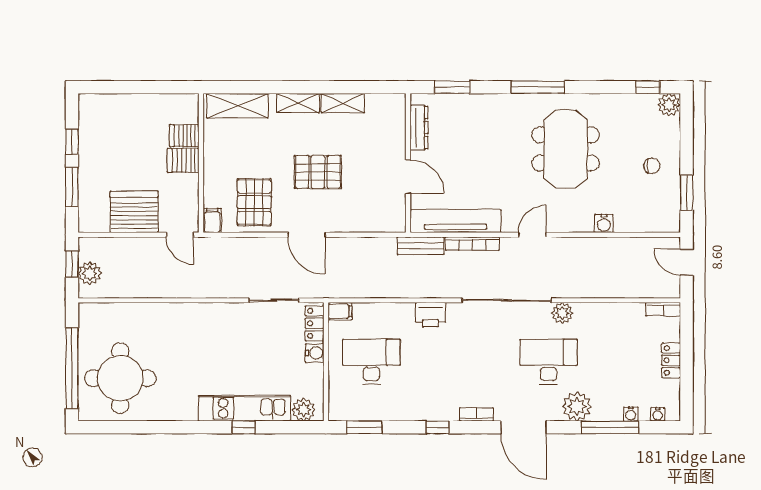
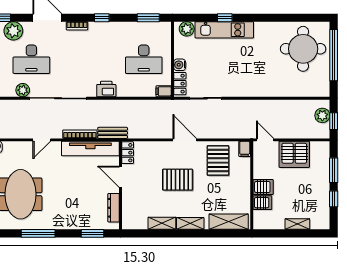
shelving: (129, 102) -> (297, 224), added
locker: (397, 215) -> (128, 153), added

